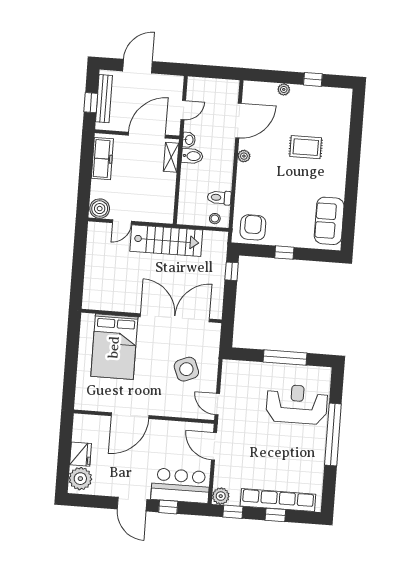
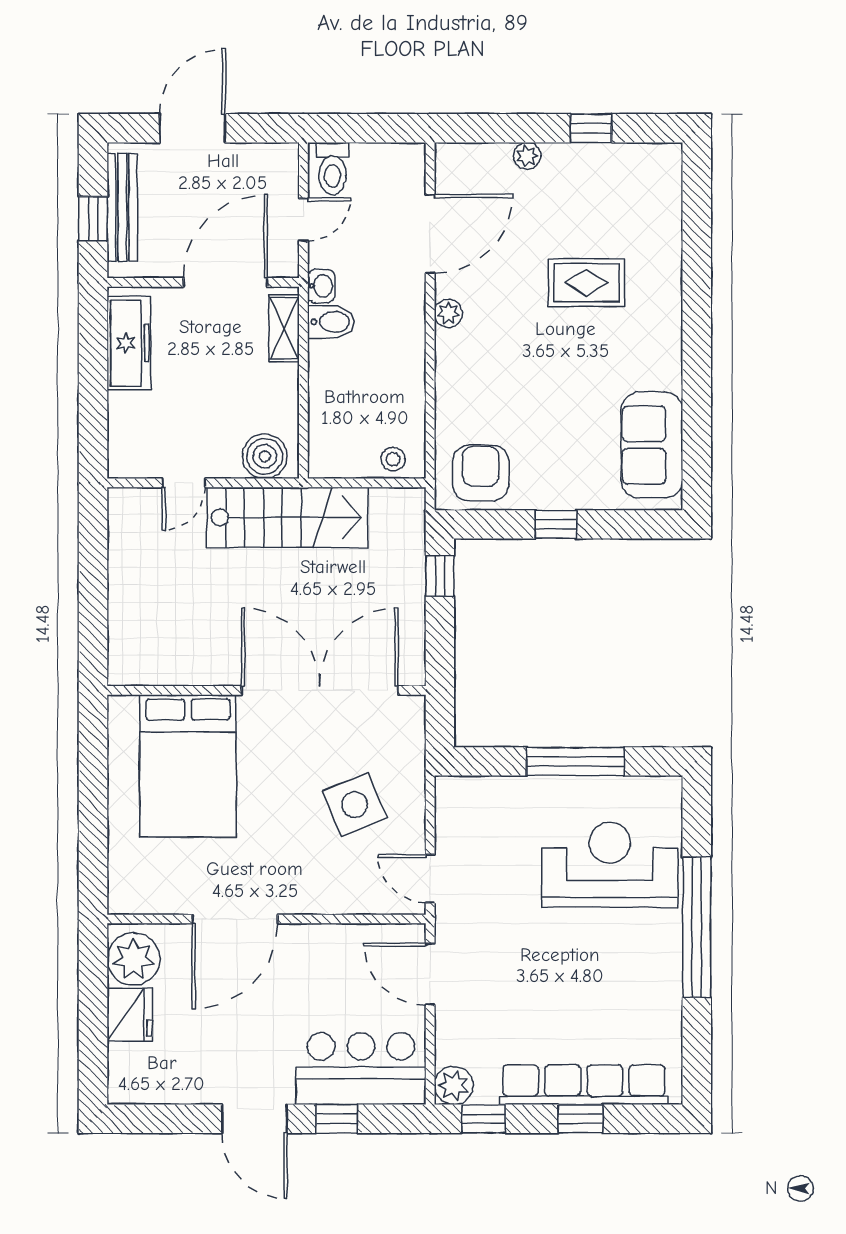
toilet: (219, 198) -> (333, 169), moved, turned -90
boiler: (100, 209) -> (265, 456), moved
plant: (80, 479) -> (133, 959), moved

